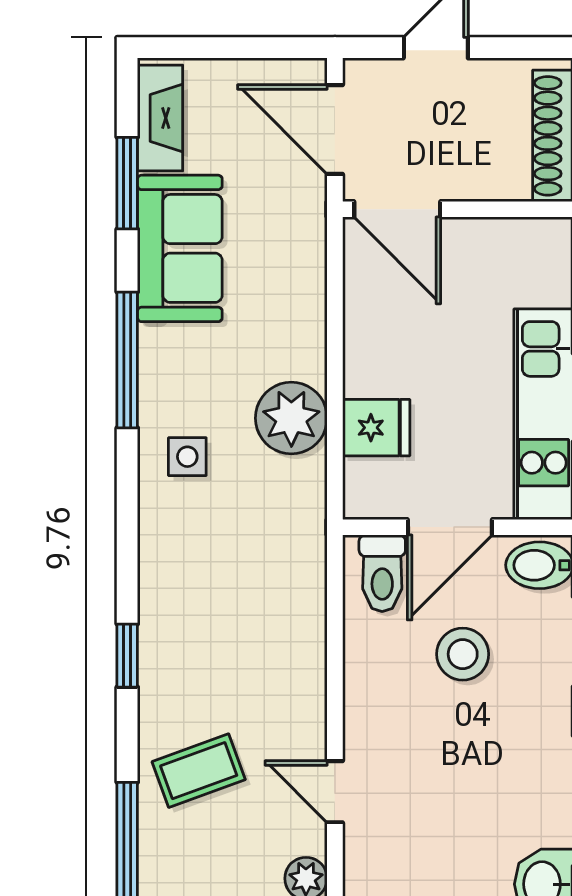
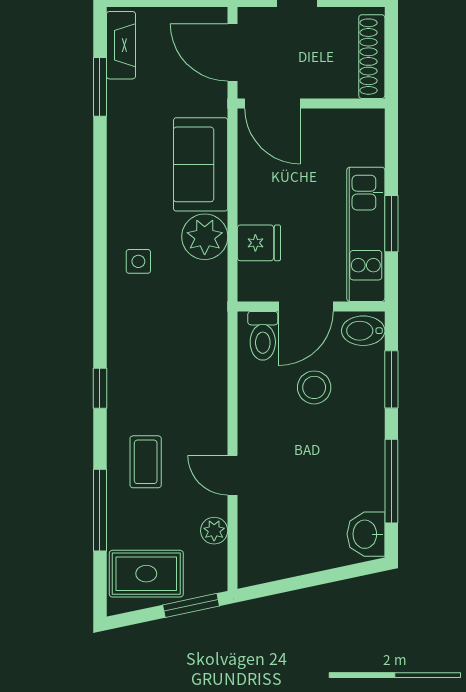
sofa: (180, 248) -> (201, 164), moved, turned 180
window: (127, 360) -> (100, 200), removed
coffee table: (199, 771) -> (146, 462), turned -70

